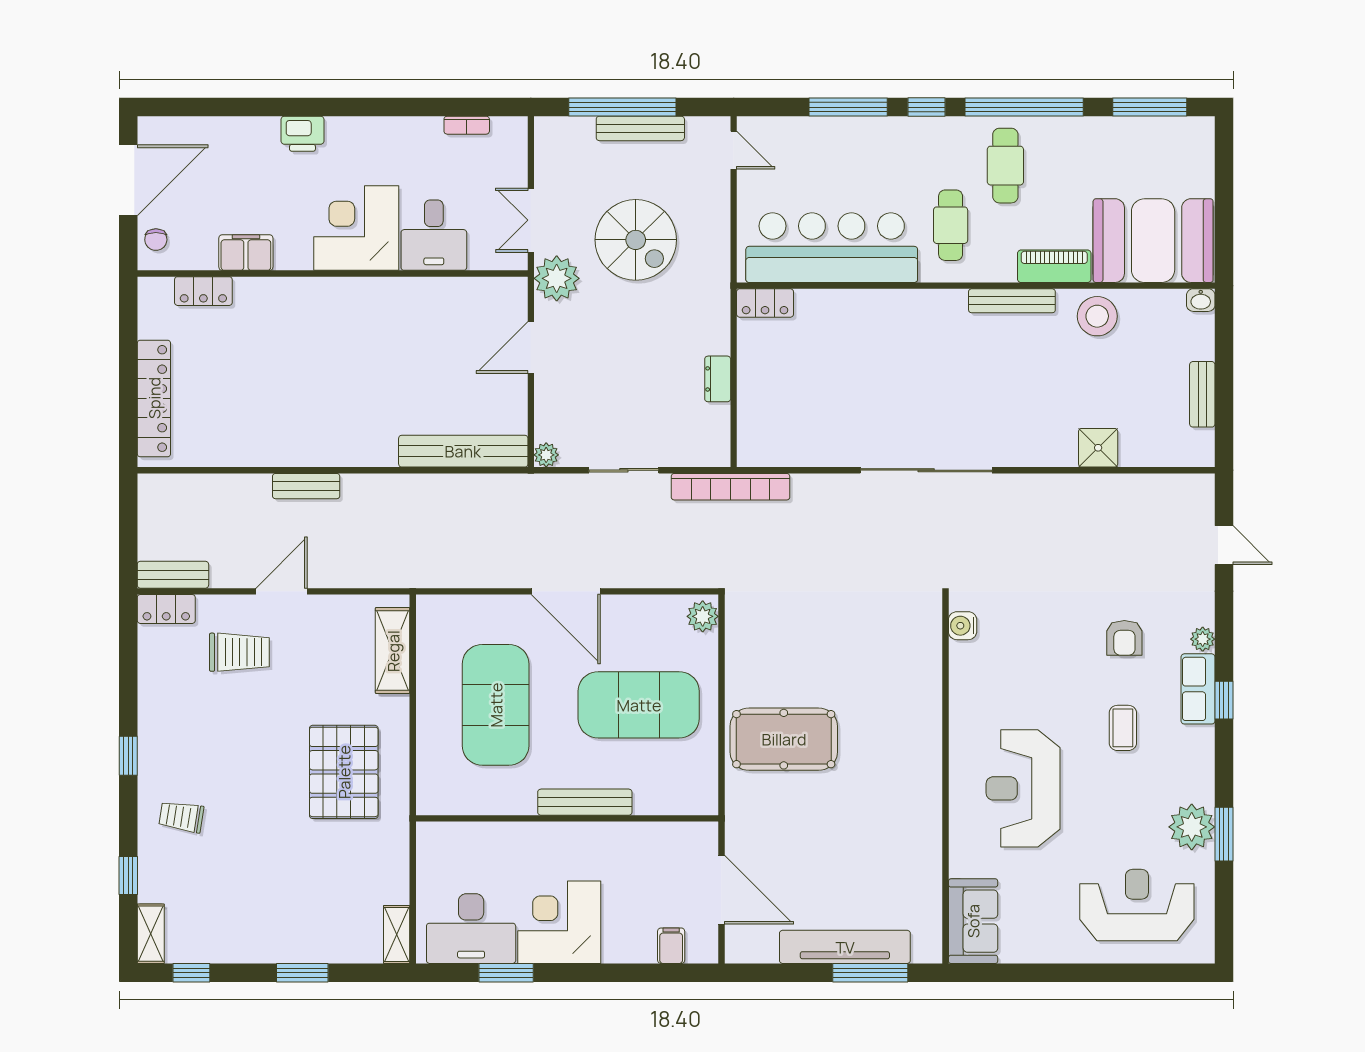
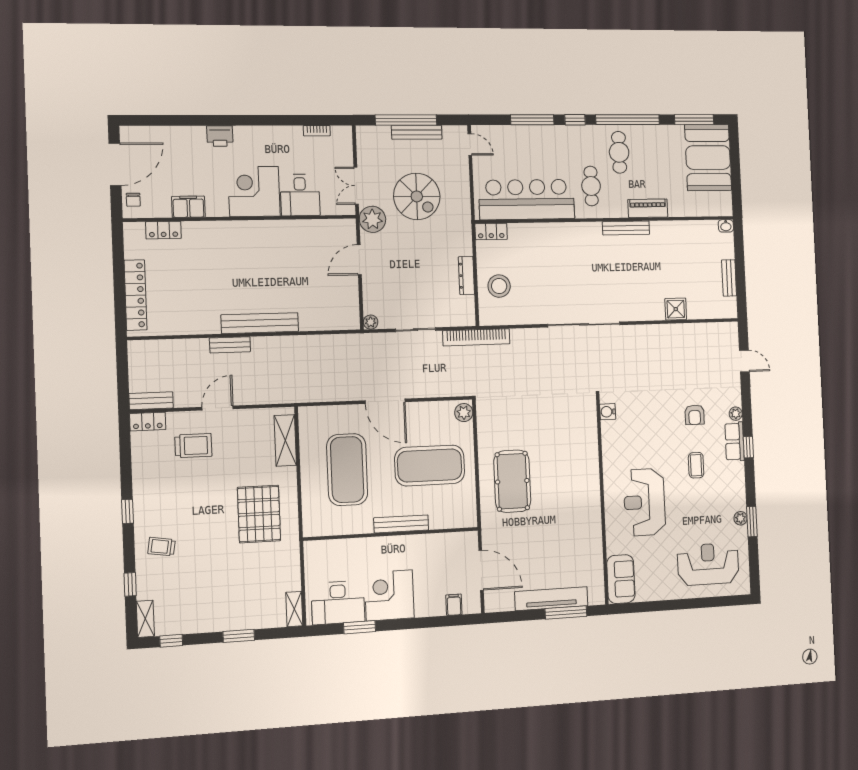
booth: (1153, 241) -> (708, 158), moved, turned 90
stool: (1097, 316) -> (499, 286), moved
dresser: (718, 379) -> (466, 276), width x1.44
bench: (463, 451) -> (260, 323), moved
pool table: (784, 739) -> (512, 481), turned 90
plant: (1192, 827) -> (741, 518), width x0.53, depth x0.53

